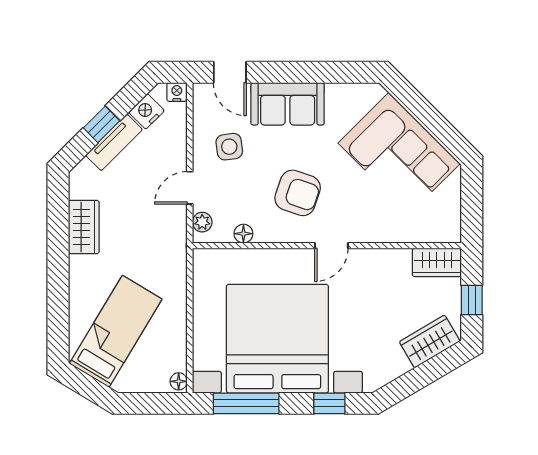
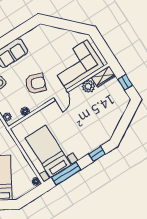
corner sofa: (399, 153) -> (77, 65), moved, turned 135
plant: (396, 263) -> (88, 86), added
bed with nightstands: (277, 339) -> (48, 151), width x0.54
wardrobe: (430, 341) -> (119, 107), removed

